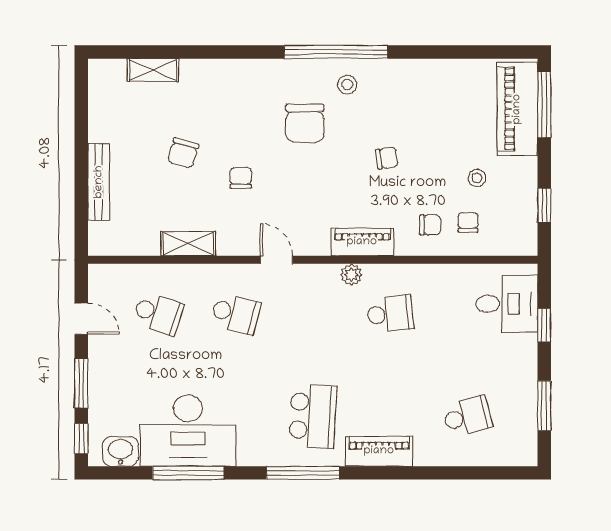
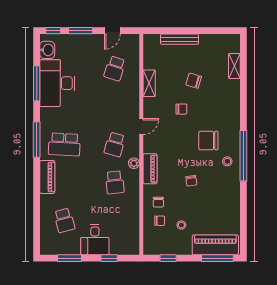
desk: (507, 304) -> (95, 240), moved
school desk: (235, 314) -> (115, 144), moved

